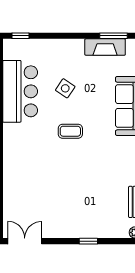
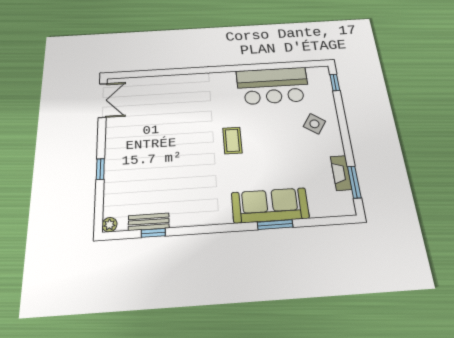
fireplace: (105, 47) -> (341, 173), width x0.73, depth x0.76
side table: (65, 88) -> (314, 124), moved

